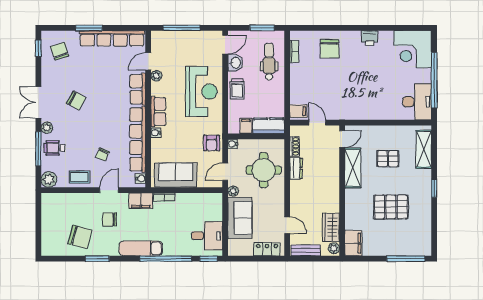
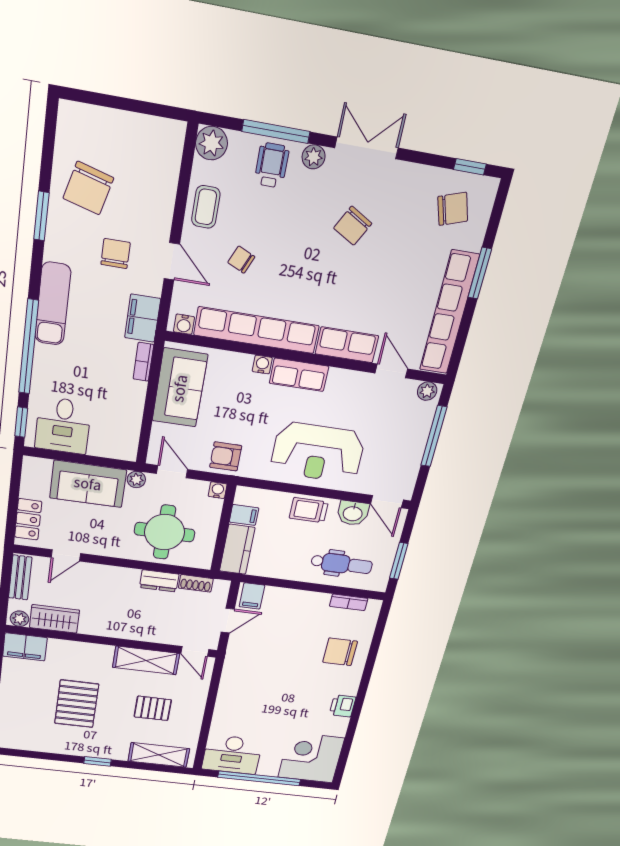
plant: (156, 76) -> (427, 391), moved
pallet: (388, 159) -> (153, 708), turned 90

